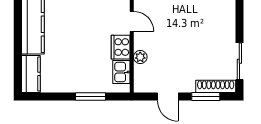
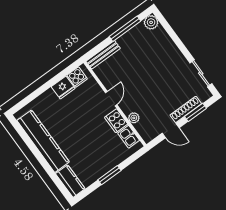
door: (132, 21) -> (111, 99), hinge flipped
shoe rack: (216, 86) -> (186, 109), moved
window: (91, 96) -> (109, 175), moved

